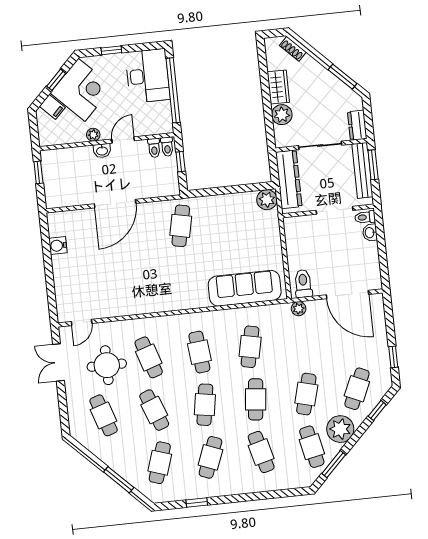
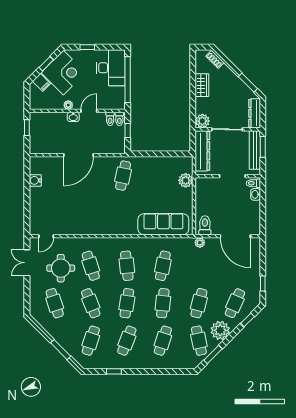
plant: (282, 115) -> (202, 121), moved
dresser: (357, 125) -> (255, 113), width x1.44
plant: (267, 200) -> (186, 180), moved
cafe table: (261, 452) -> (163, 341), turned 33

